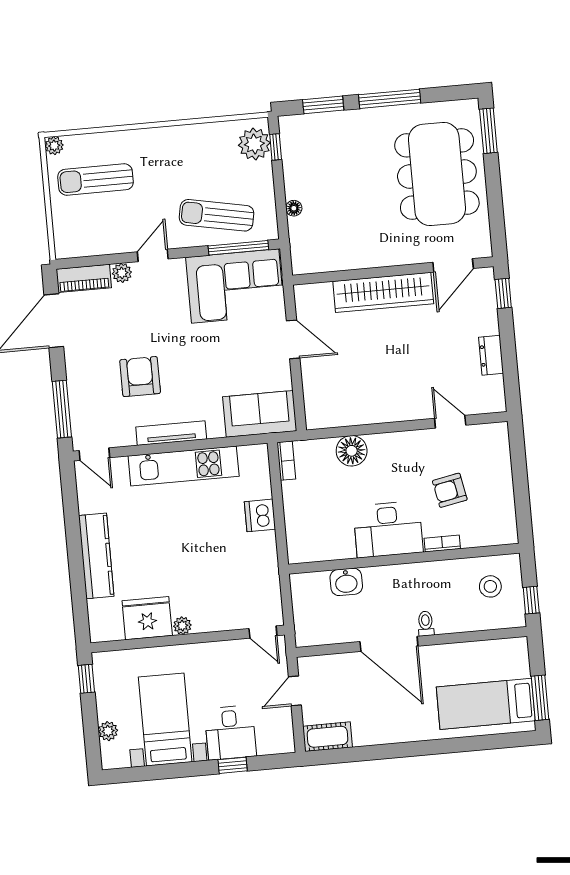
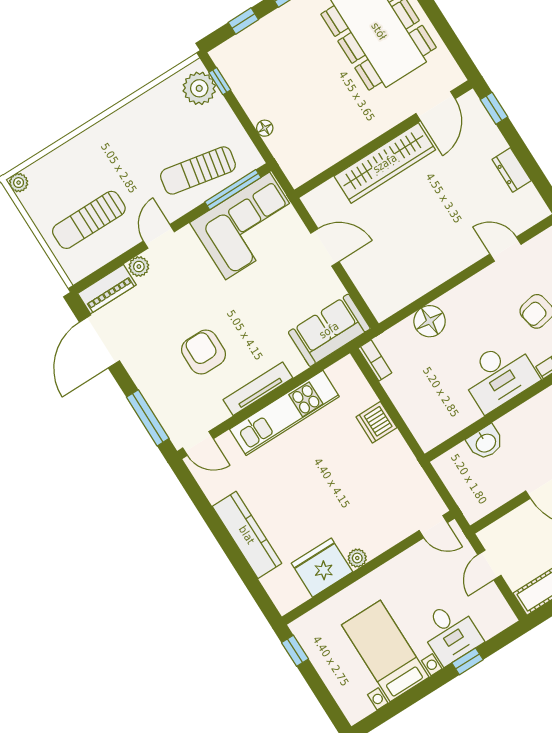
window: (323, 105) -> (243, 21), width x0.67
sun lounger: (96, 180) -> (89, 220), moved
plant: (108, 731) -> (339, 688), removed

